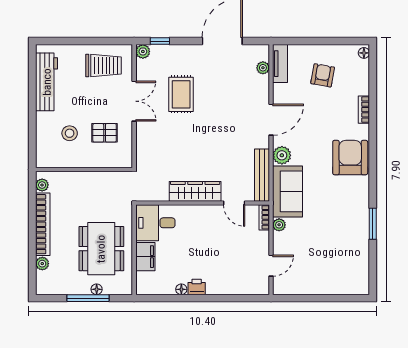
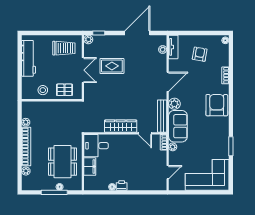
rug: (181, 94) -> (112, 66), turned 90
wall: (84, 170) -> (52, 100), moved
corner sofa: (335, 270) -> (207, 175), added

